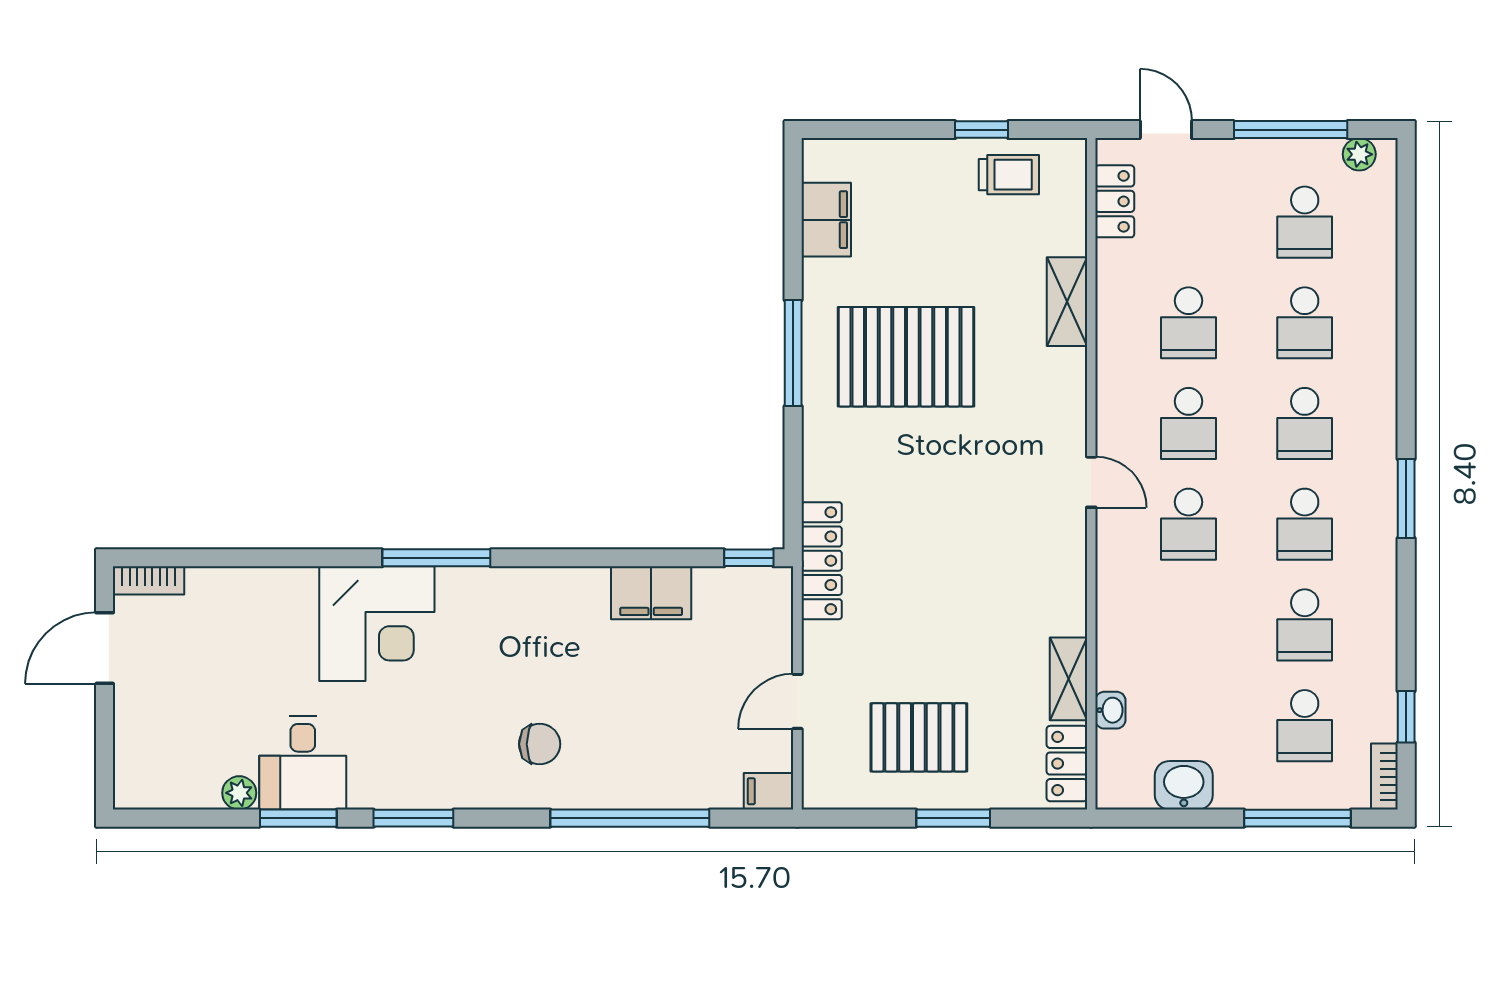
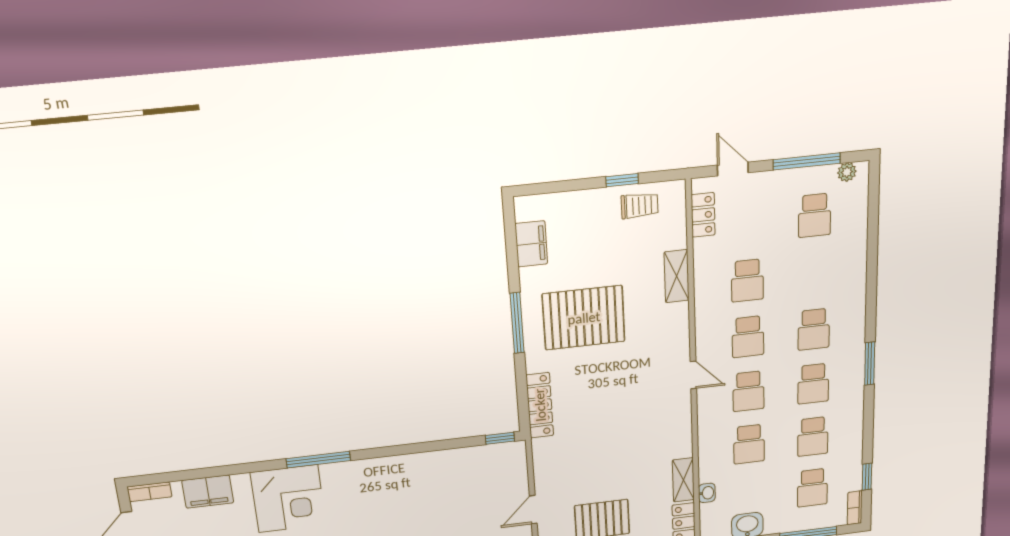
school desk: (1305, 323) -> (749, 444), moved
locker: (822, 561) -> (540, 405), moved
filing cabinet: (651, 593) -> (208, 492), moved

